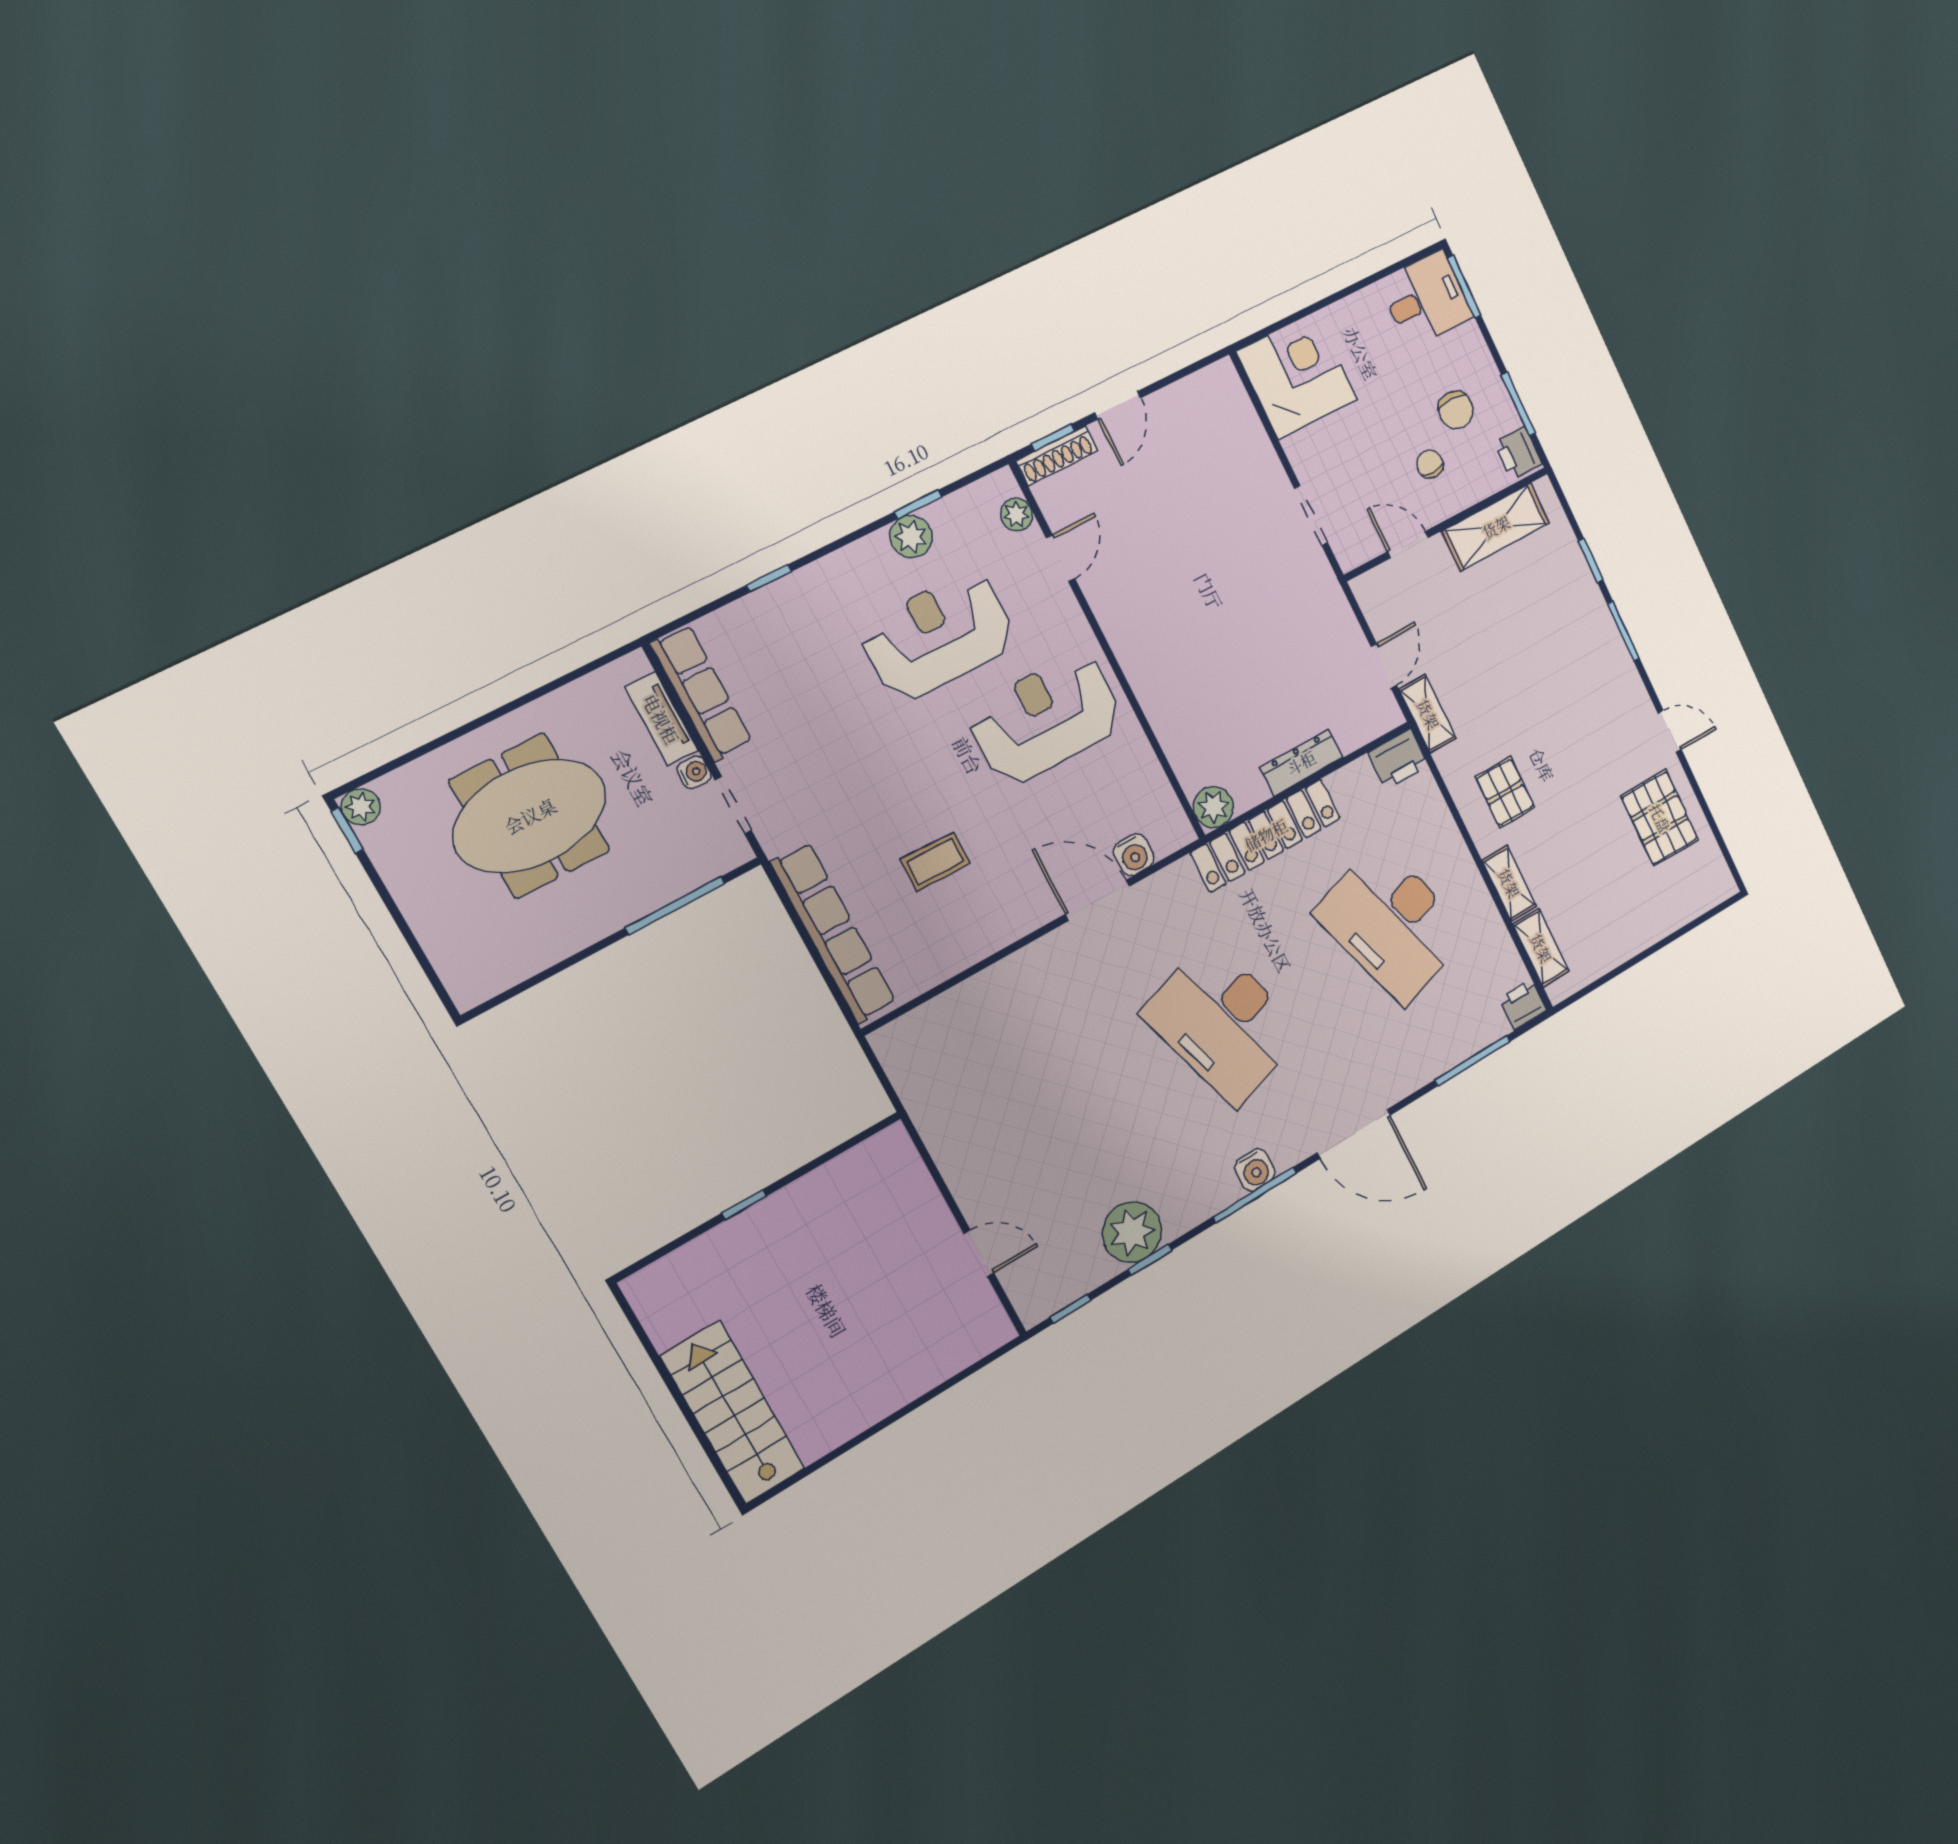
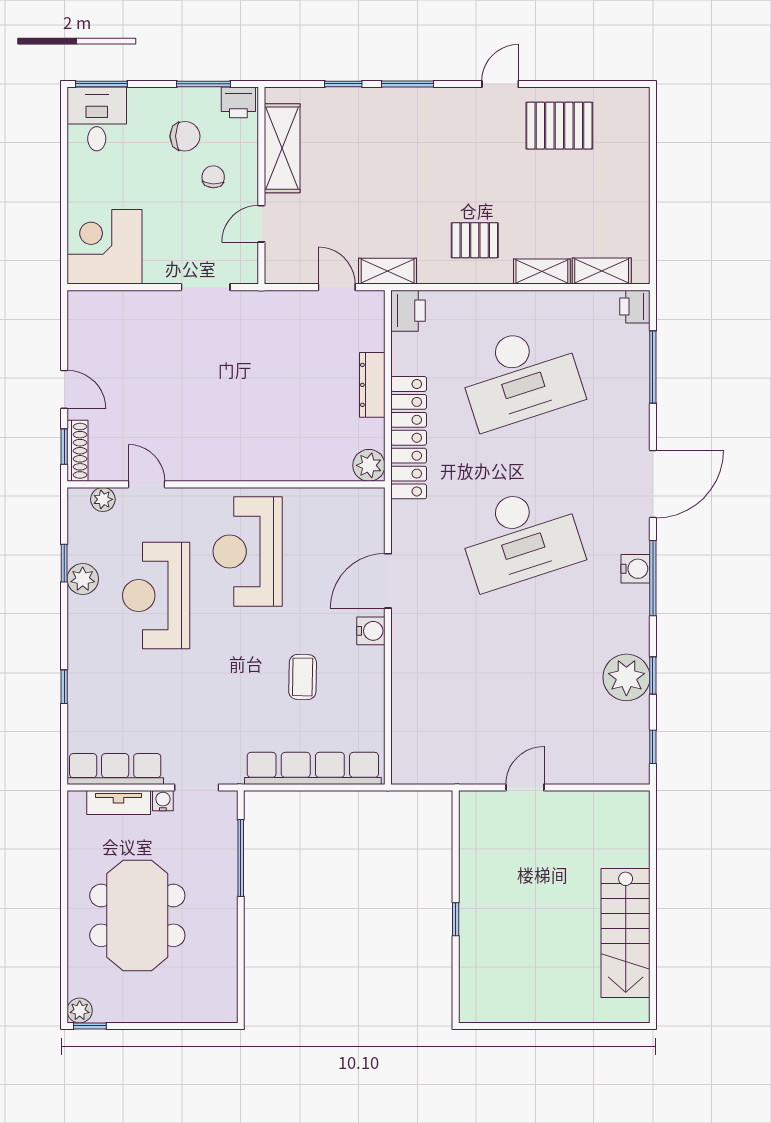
chair: (1430, 464) -> (213, 177), turned 93
water cooler: (1134, 855) -> (371, 631), moved
door: (979, 1253) -> (525, 788), moved
stairs: (733, 1413) -> (626, 933), moved, turned -90

